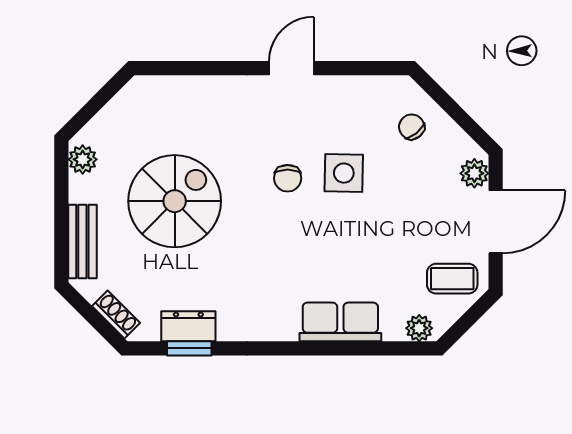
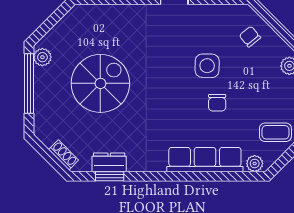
chair: (288, 178) -> (217, 103), moved
window: (61, 201) -> (29, 83), added
bench: (82, 242) -> (42, 109), removed
row of seats: (340, 322) -> (205, 160), width x1.48

